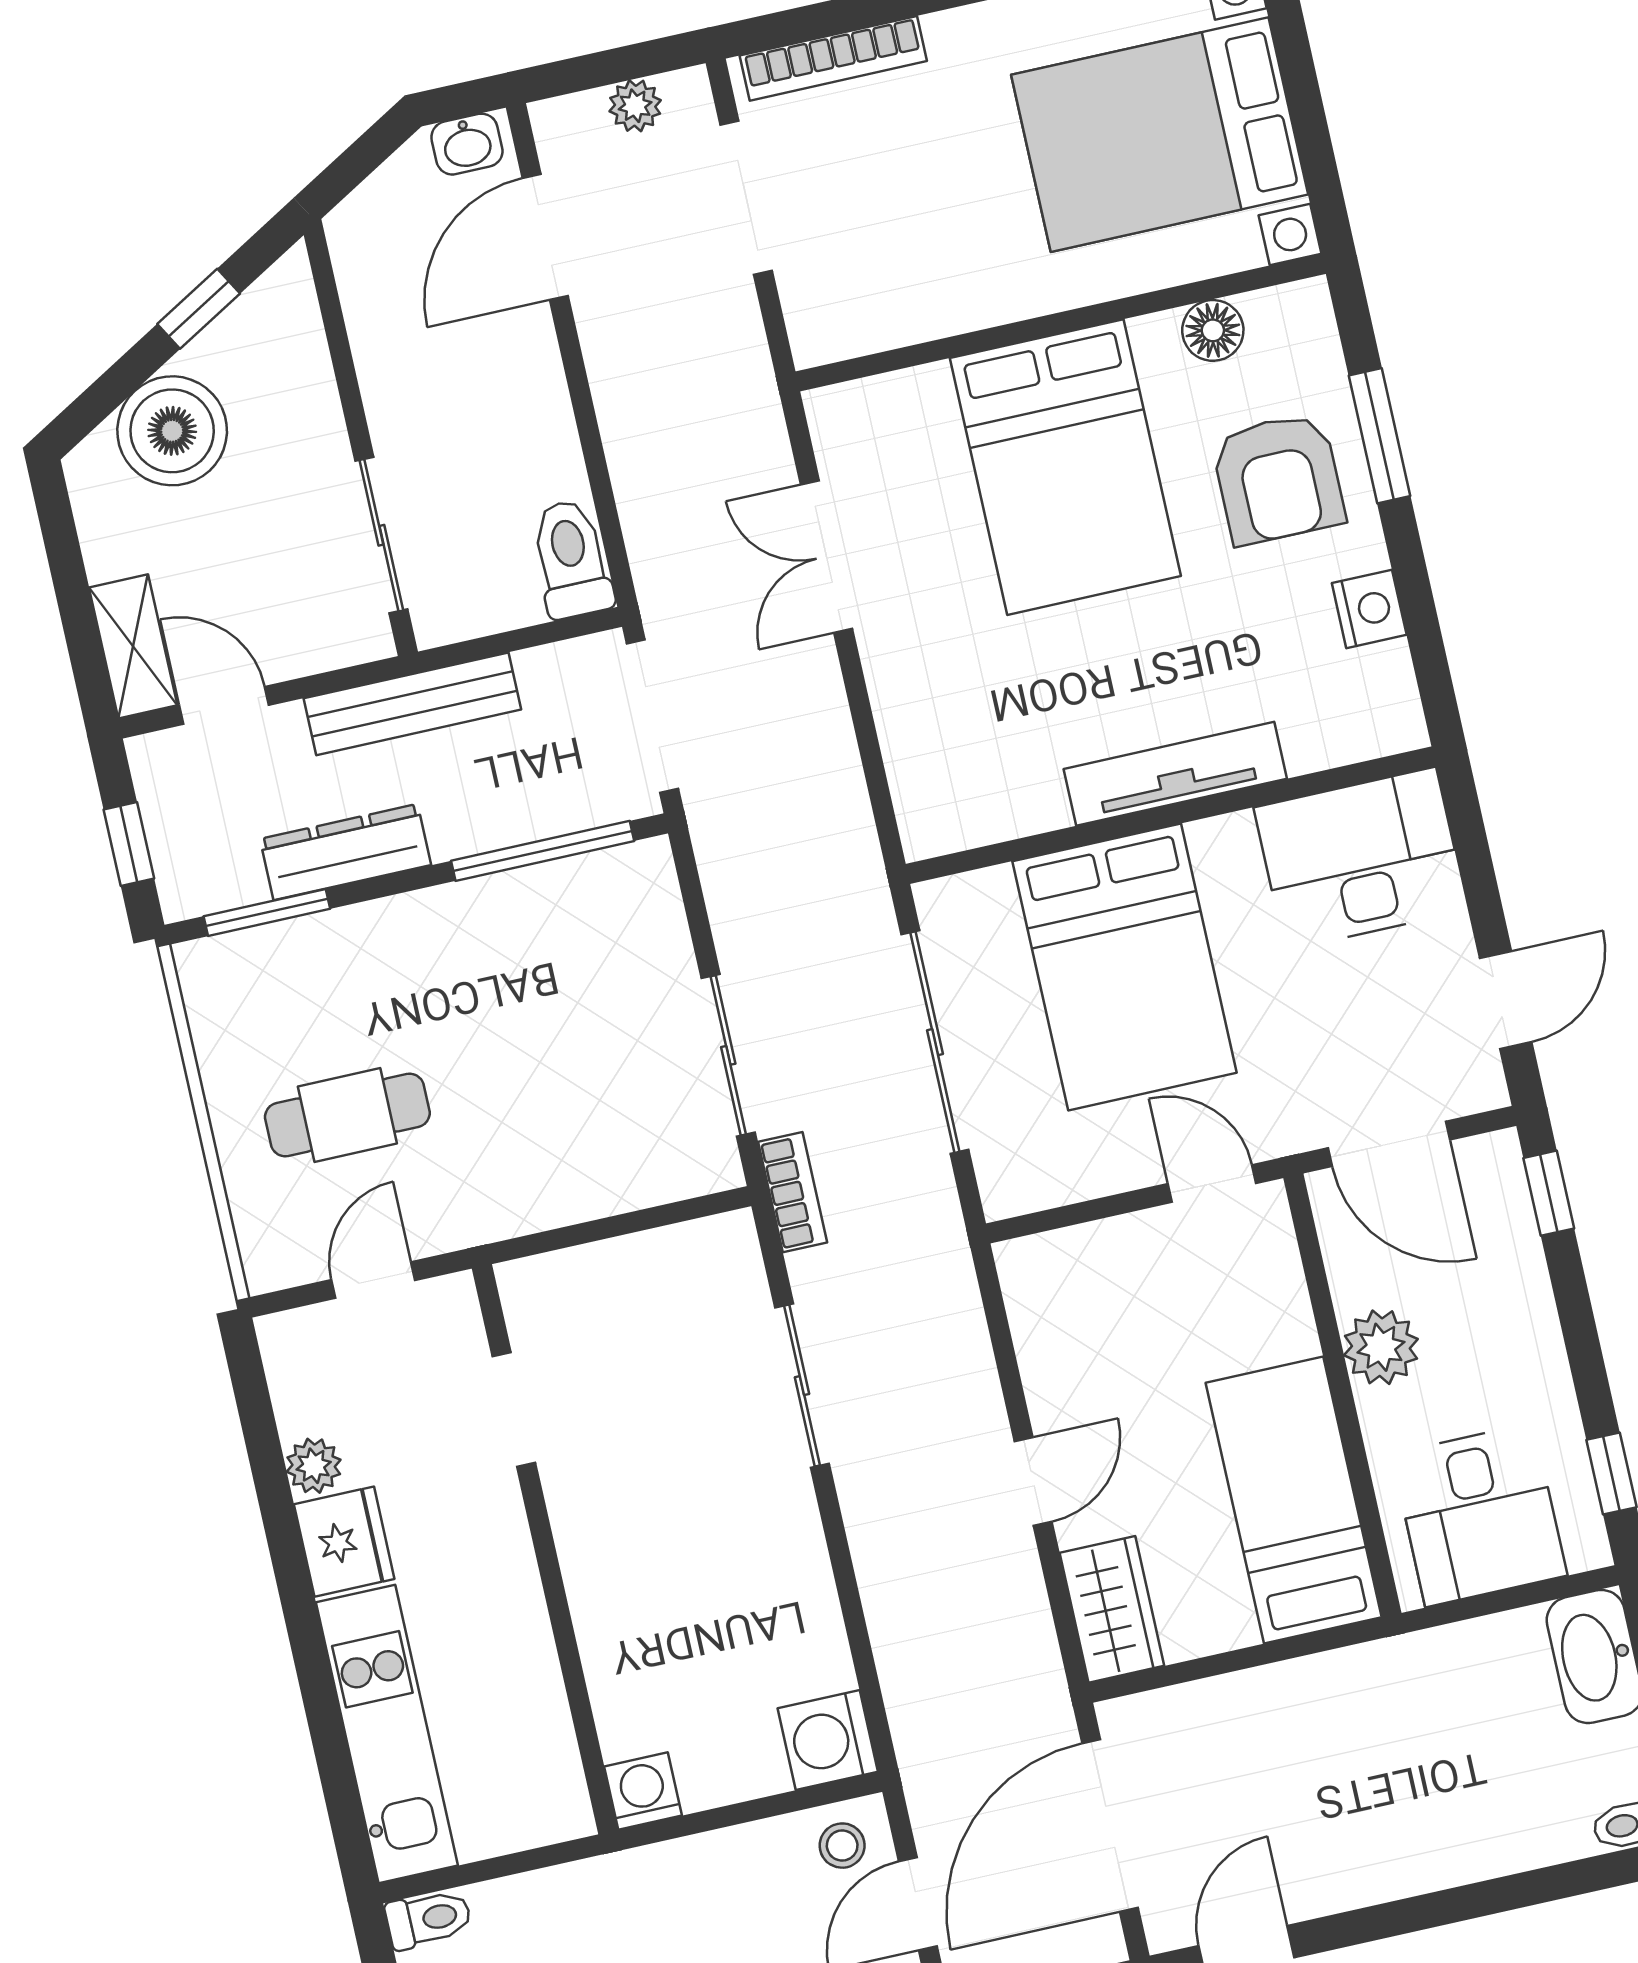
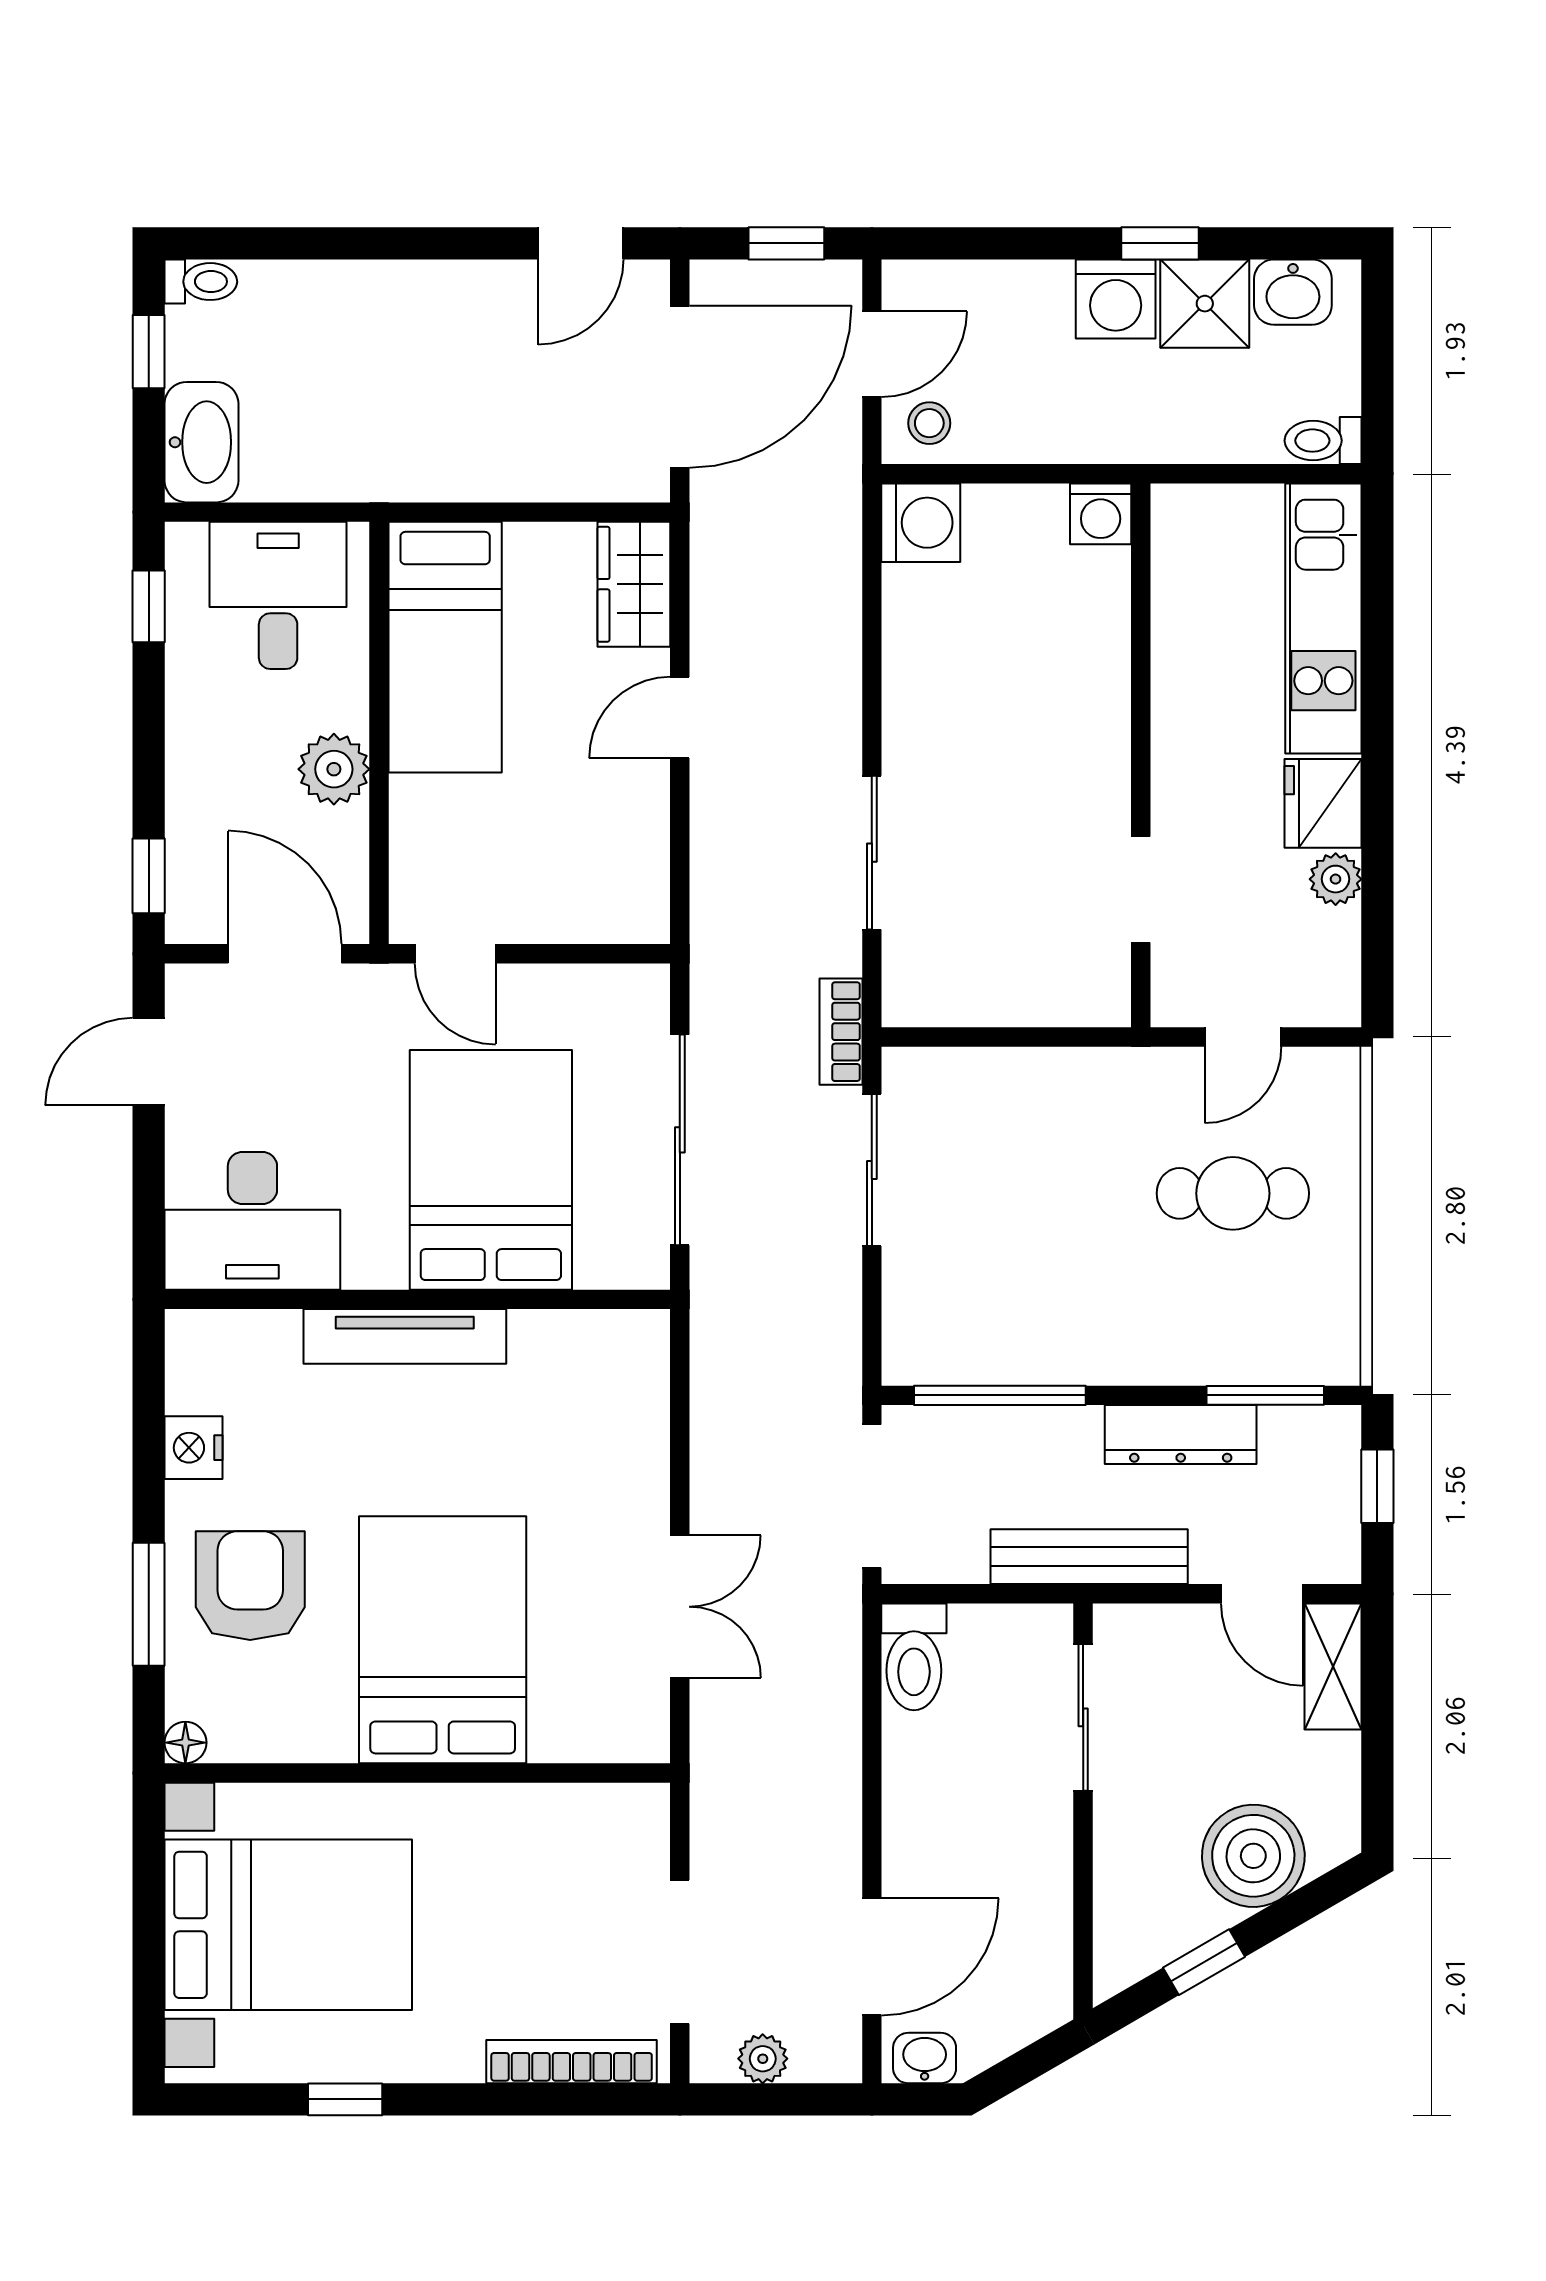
floor lamp: (1213, 330) -> (185, 1743), moved, width x0.73, depth x0.73

